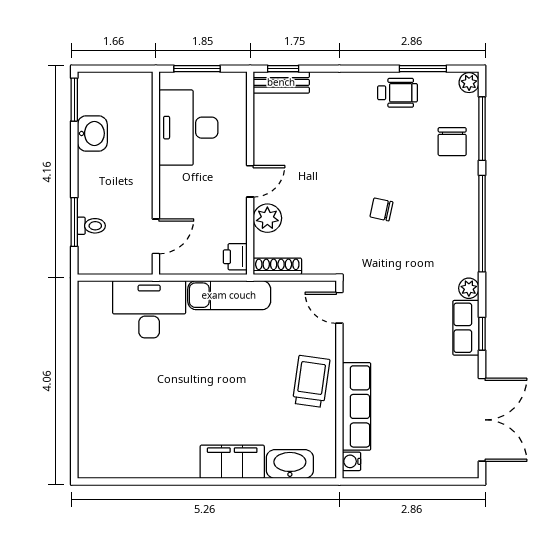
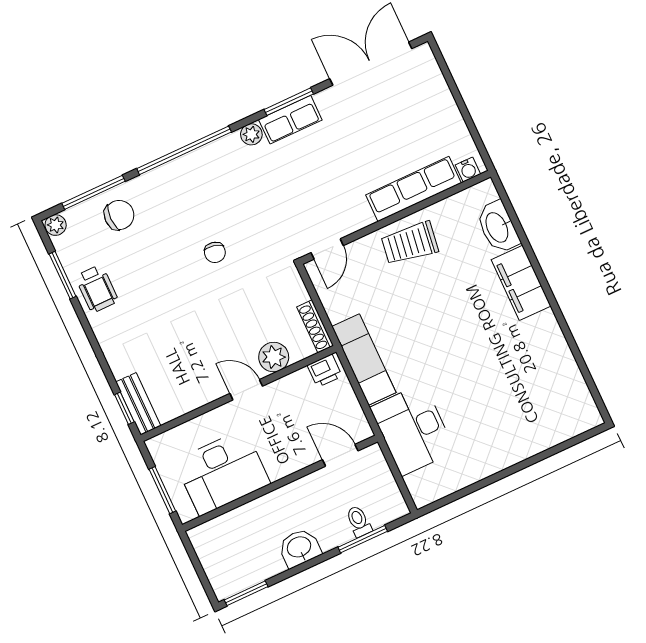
wheelchair: (397, 93) -> (97, 289), turned 180
washbasin: (92, 133) -> (299, 548), moved
window: (482, 334) -> (289, 102), width x1.50

